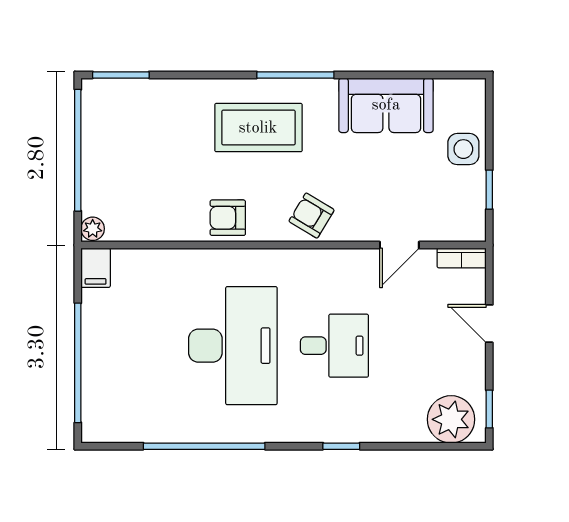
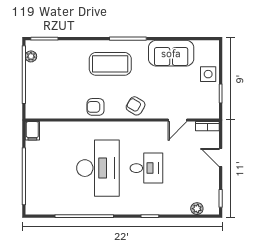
plant: (93, 229) -> (31, 56), moved
plant: (451, 419) -> (197, 209), width x0.53, depth x0.53

